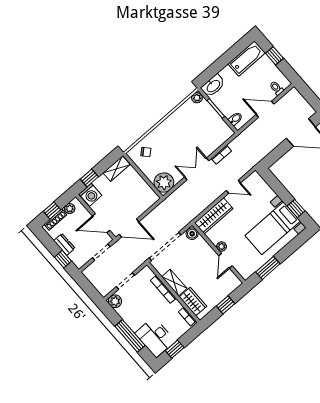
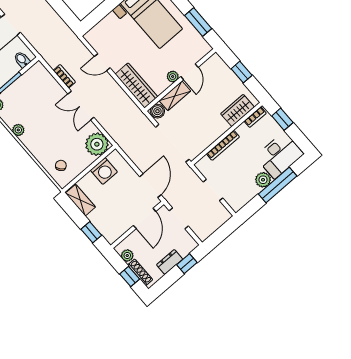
plant: (176, 116) -> (18, 130), added
door: (233, 187) -> (102, 62), swing flipped
washing machine: (90, 195) -> (104, 171), moved, turned 90
door: (226, 261) -> (189, 72), hinge flipped
shelving: (174, 283) -> (175, 96), moved
plant: (115, 301) -> (263, 180), moved
window: (175, 349) -> (282, 119), moved

